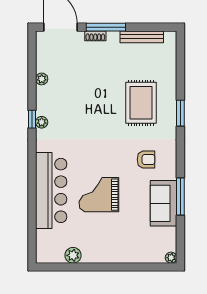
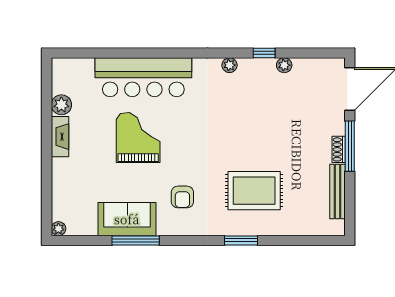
shoe rack: (95, 36) -> (339, 149), moved
window: (32, 119) -> (264, 53), moved
fireplace: (98, 256) -> (60, 137), added

